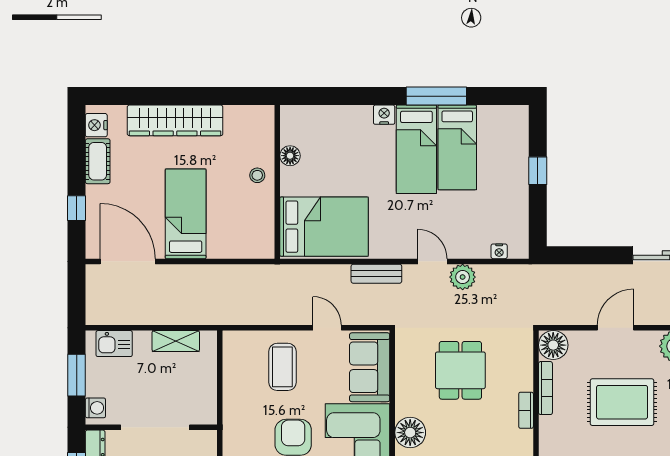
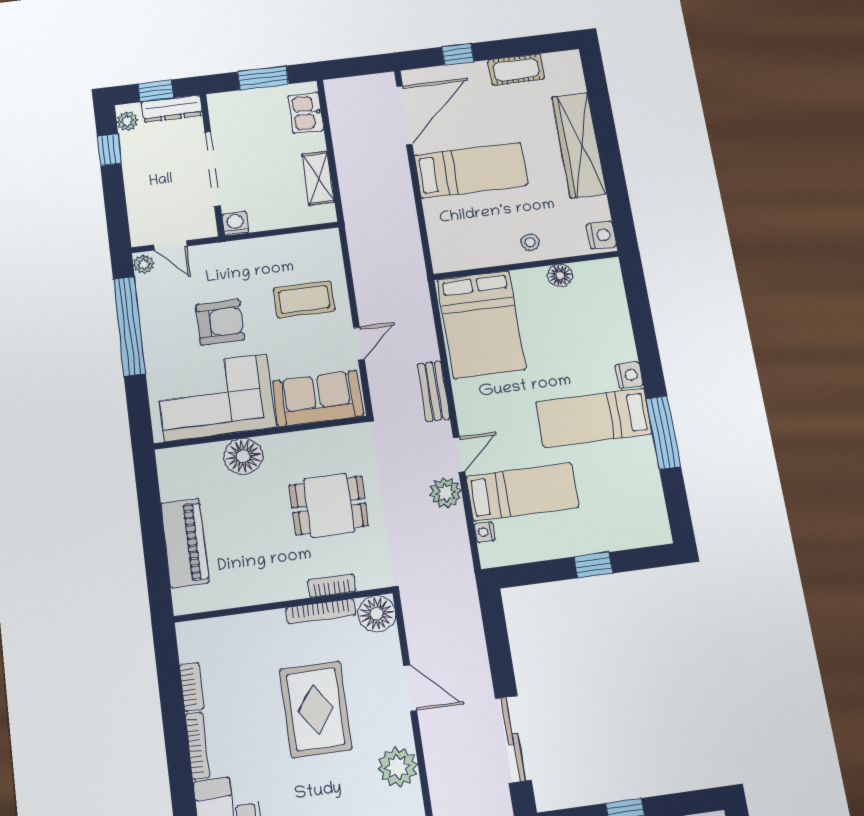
nightstand: (96, 125) -> (601, 235), moved, turned 90
bed: (457, 147) -> (522, 492), moved, turned 180
washing machine: (95, 408) -> (235, 223), moved, turned 180
bookcase: (526, 410) -> (332, 586), moved

